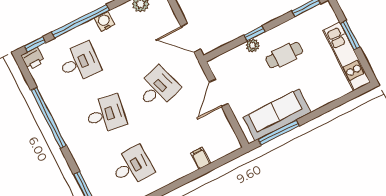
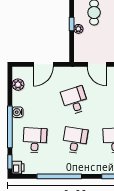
door: (191, 38) -> (43, 64), moved

